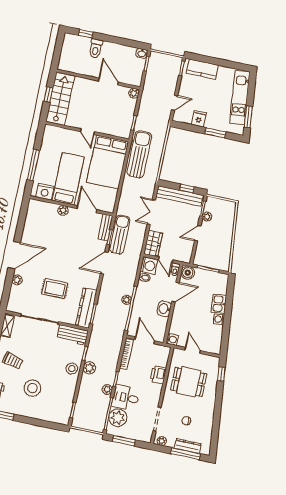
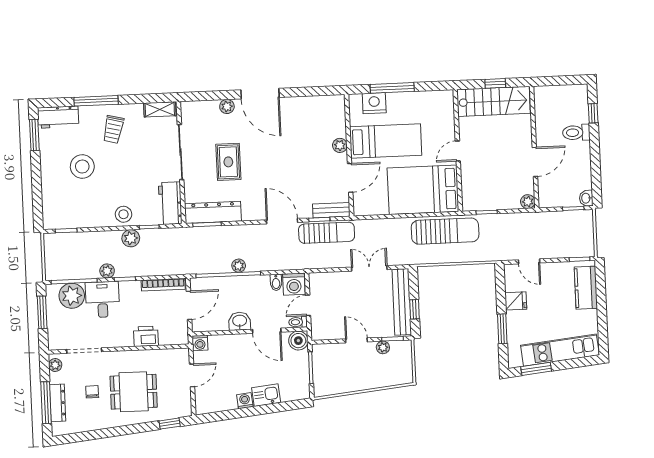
nightstand: (45, 192) -> (374, 103), moved, turned 90
wardrobe: (153, 243) -> (326, 282), removed
dining table: (189, 382) -> (134, 392), moved, turned 90

